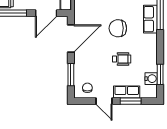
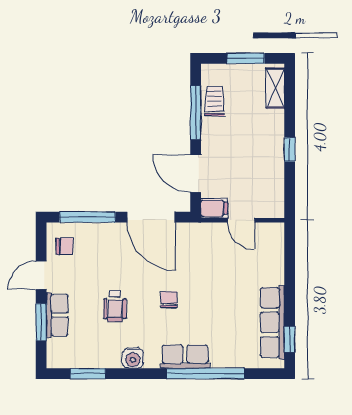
chair: (118, 28) -> (169, 300), width x0.54, depth x0.54
window: (71, 75) -> (87, 217), width x1.44
water cooler: (151, 79) -> (133, 358), moved

